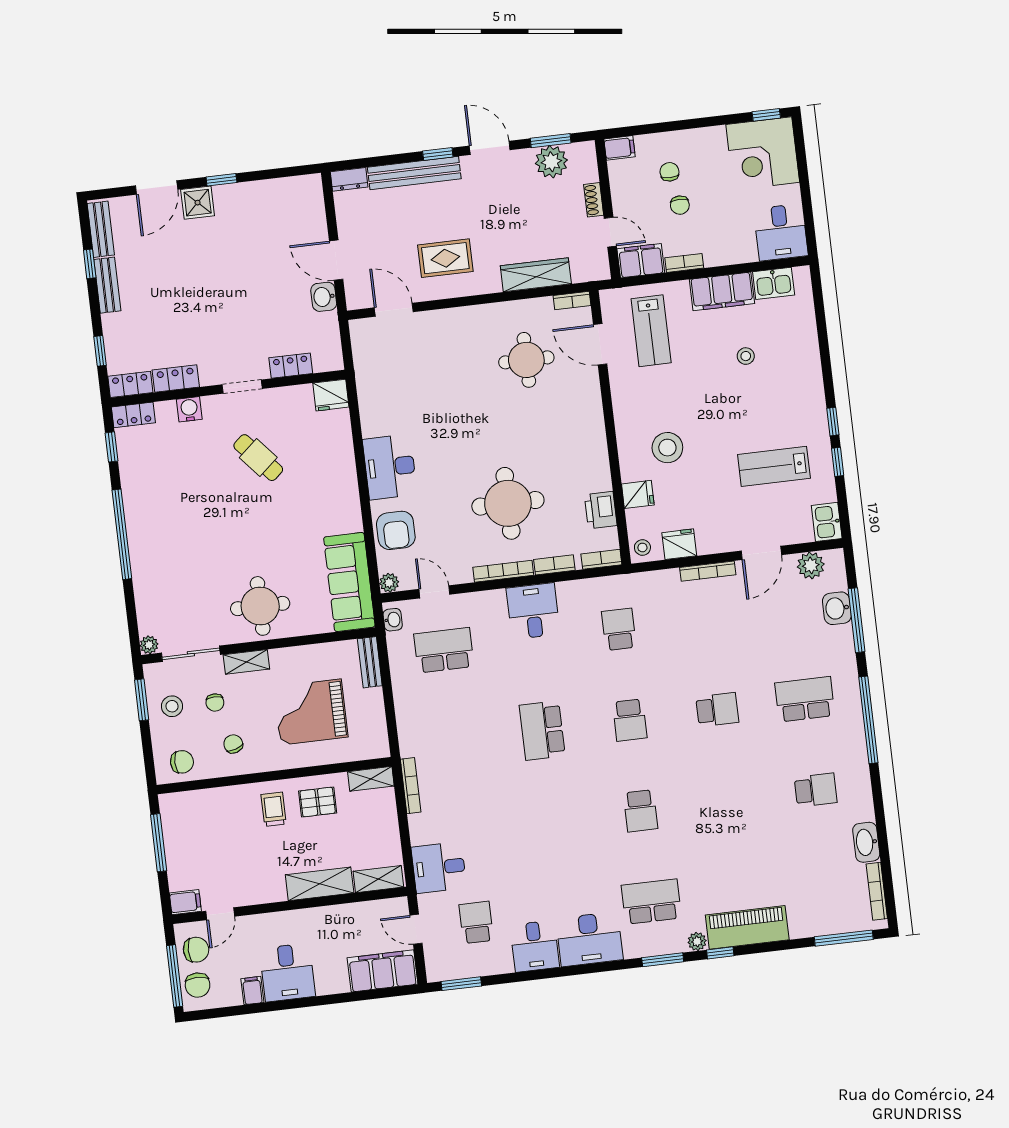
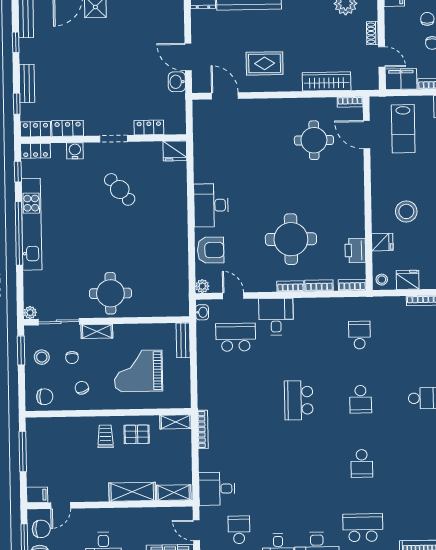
bench: (107, 285) -> (27, 83), moved
kitchen unit: (138, 520) -> (32, 224), added
armchair: (396, 530) -> (211, 250), turned -90
bookcase: (503, 571) -> (290, 286), width x0.64
sofa: (349, 582) -> (174, 283), removed
desk: (533, 611) -> (276, 317), moved

